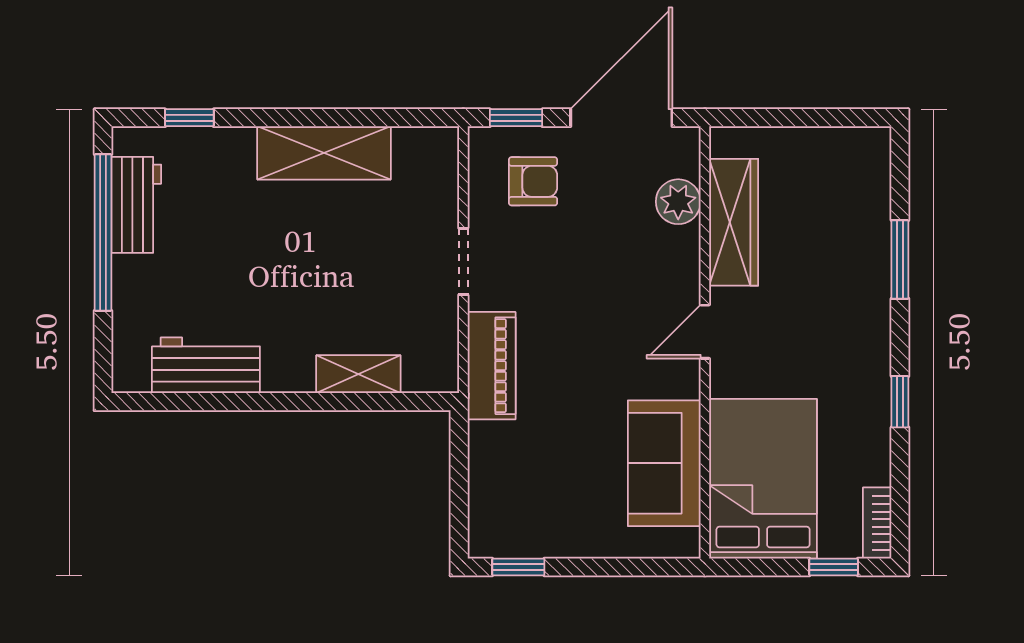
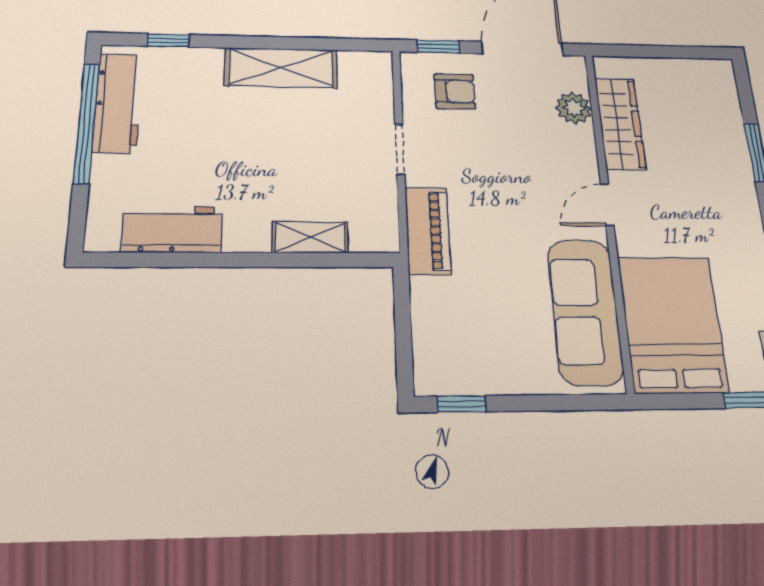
workbench: (136, 205) -> (118, 103), width x1.38
sofa: (664, 463) -> (585, 311), width x1.36

